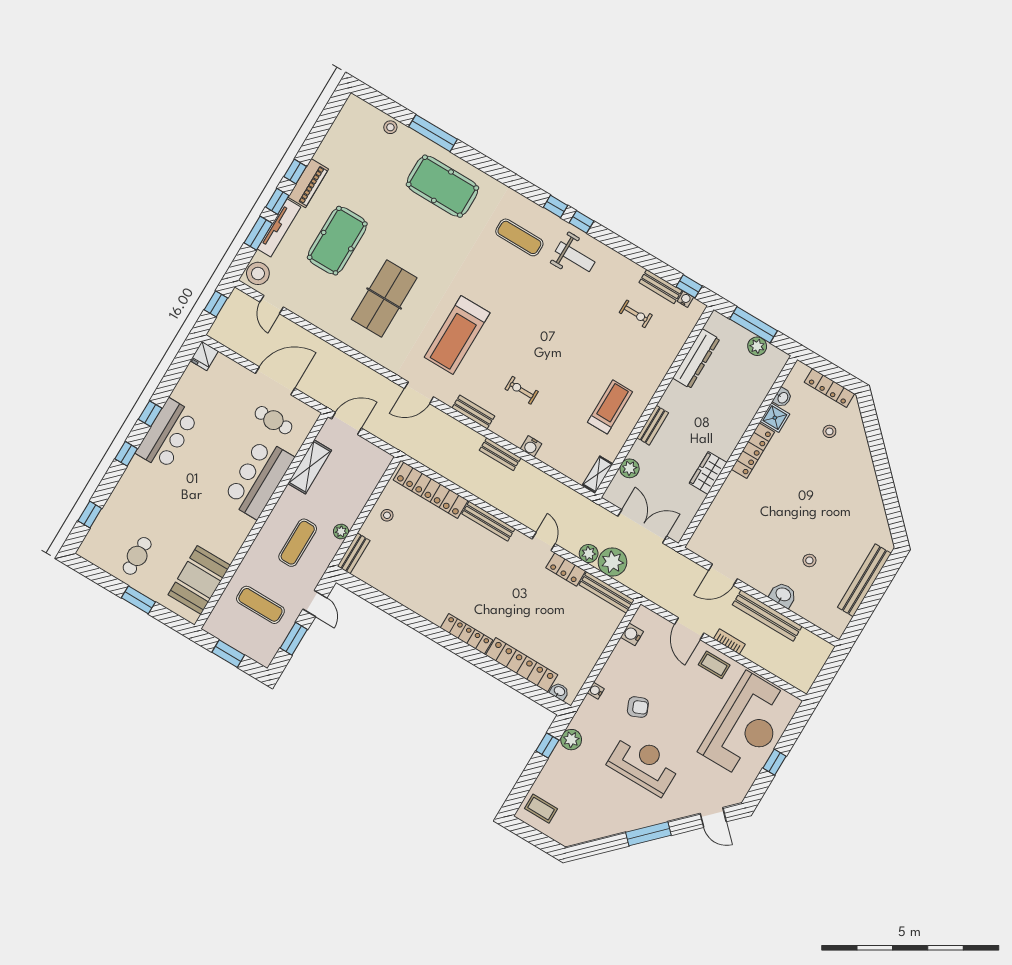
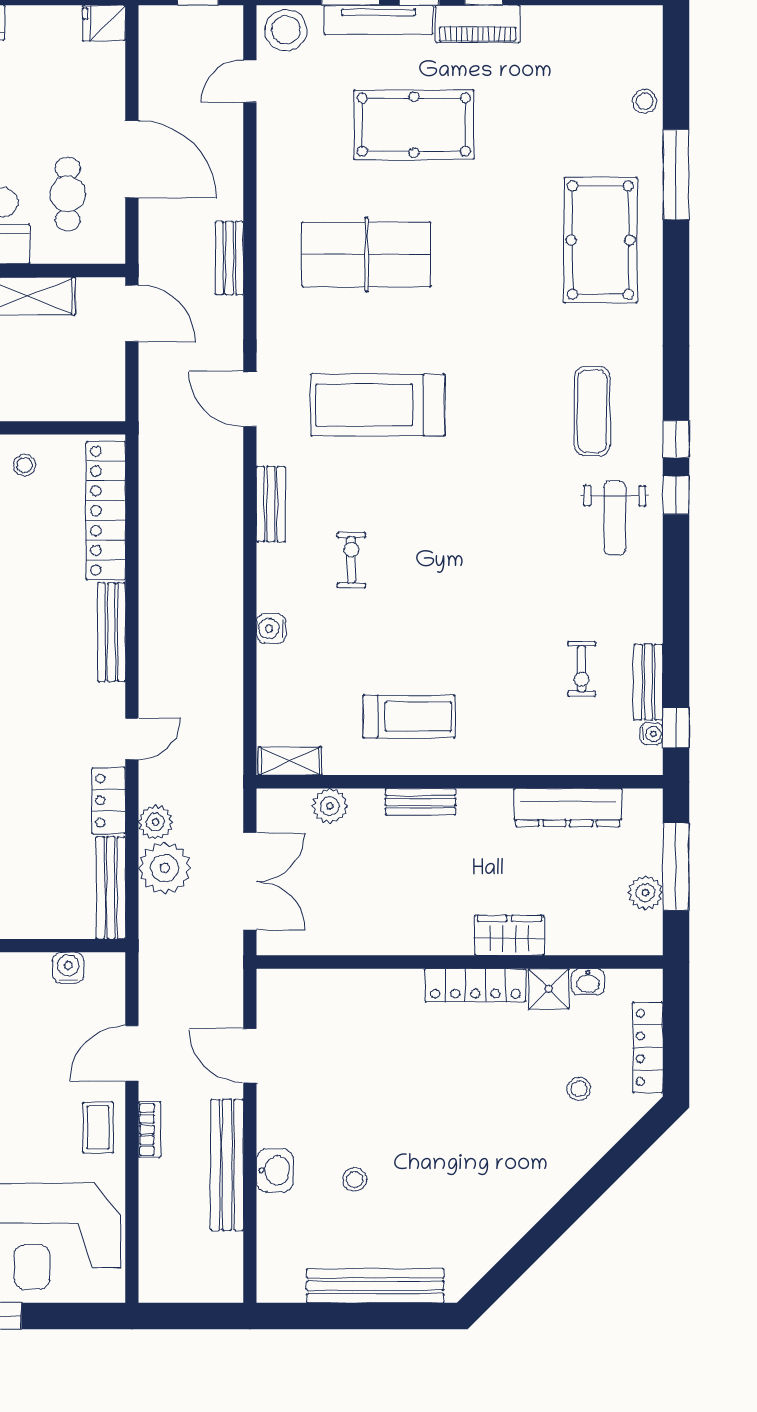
bench: (500, 454) -> (229, 258), moved
wardrobe: (708, 473) -> (509, 935), moved

